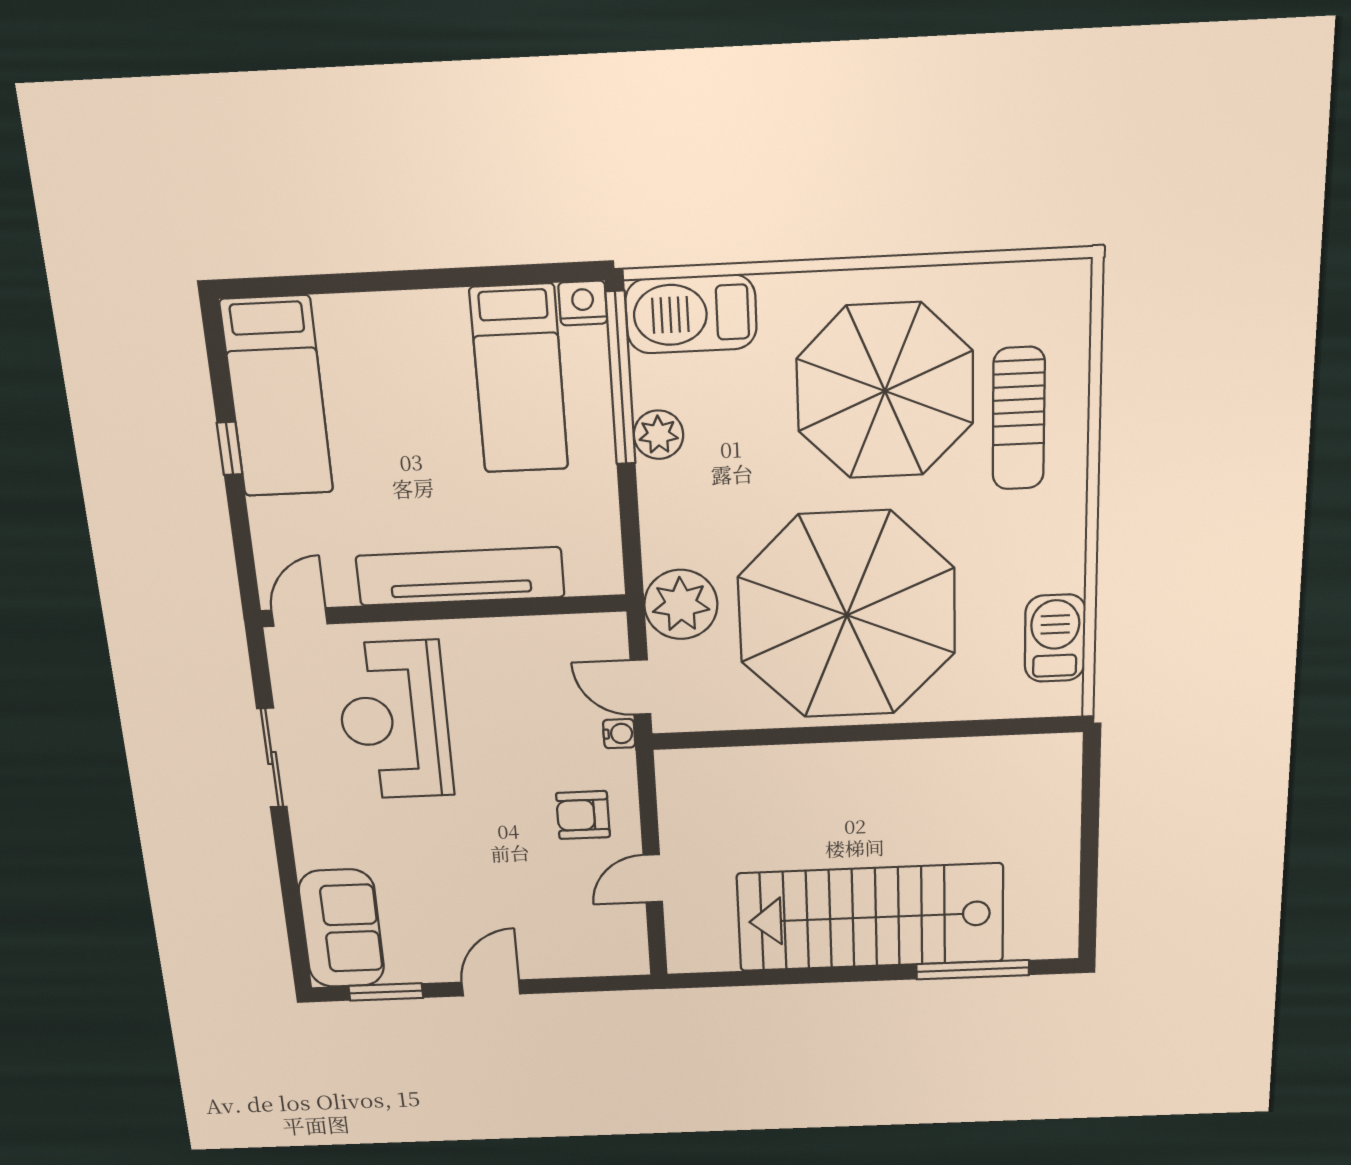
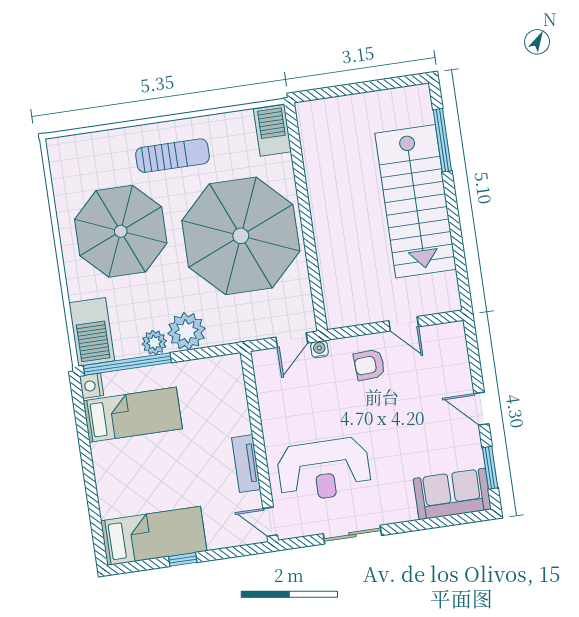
sun lounger: (1019, 419) -> (173, 156), moved
tv unit: (460, 576) -> (246, 464), width x0.52, depth x0.78
plant: (681, 605) -> (187, 331), moved
barbecue: (1055, 638) -> (272, 130), moved, turned 90
armchair: (583, 815) -> (369, 365), turned 87

